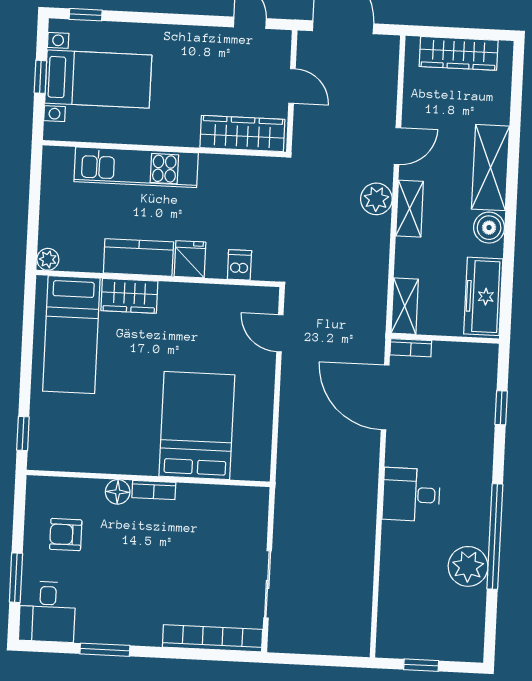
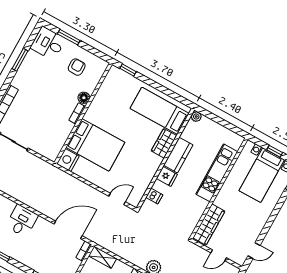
nightstand: (252, 464) -> (68, 160), added

